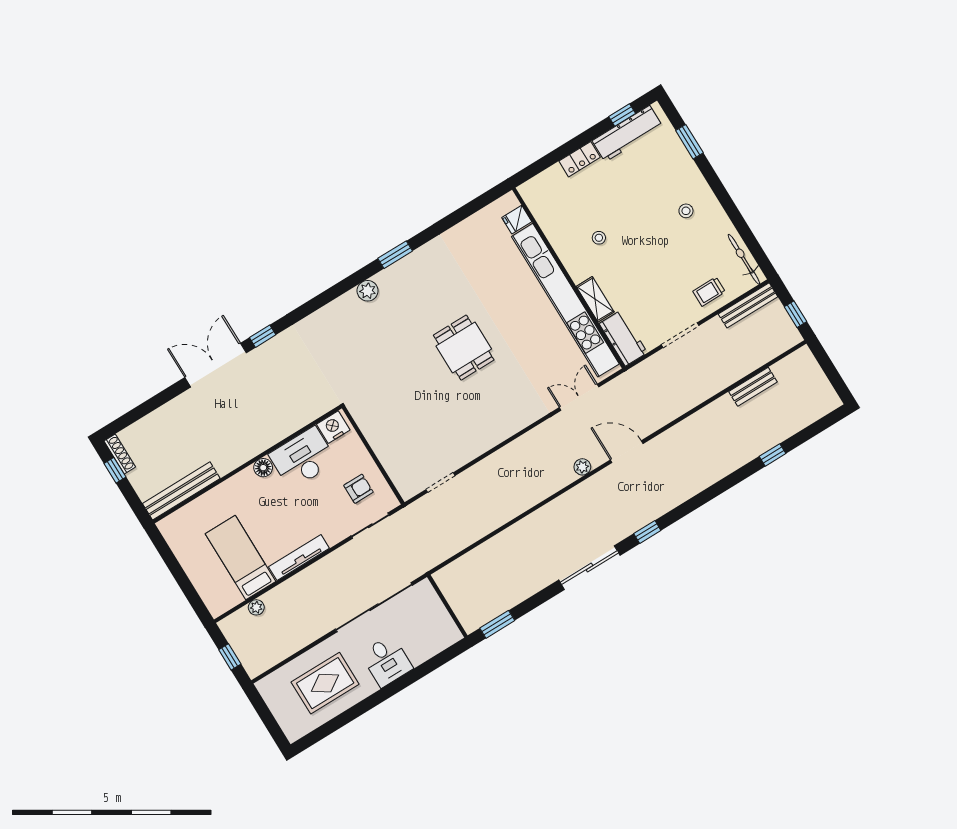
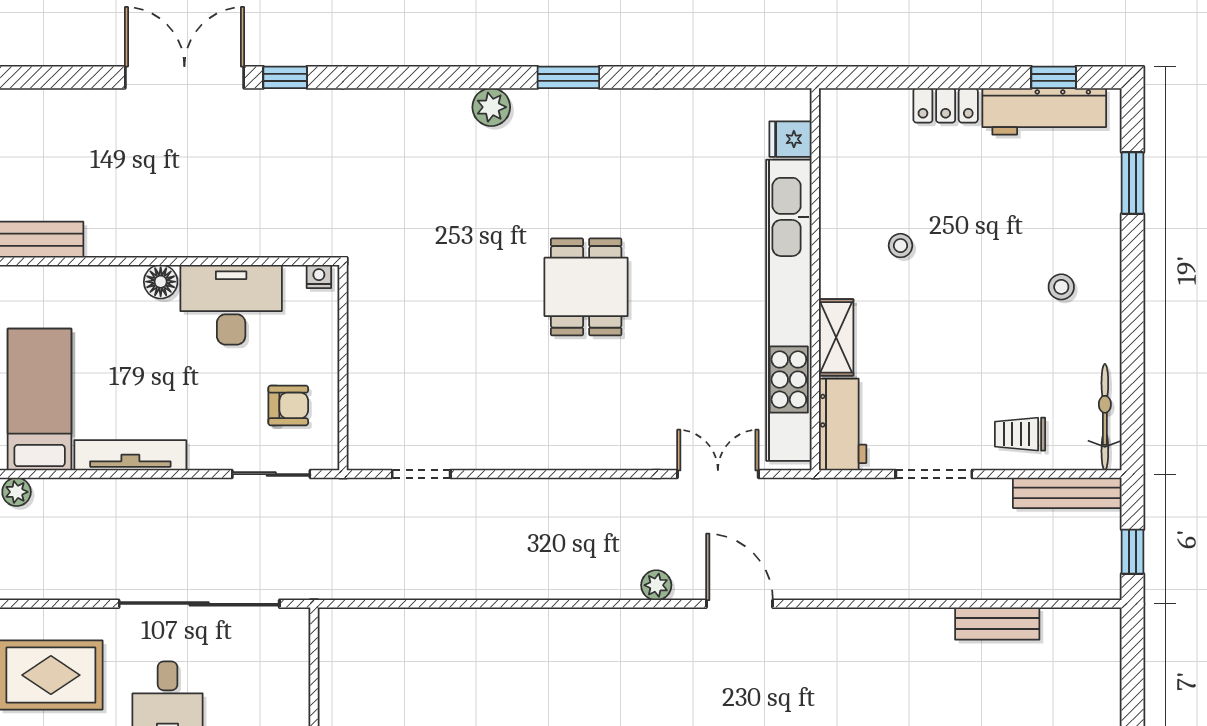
nightstand: (333, 427) -> (319, 277), width x0.53, depth x0.56

